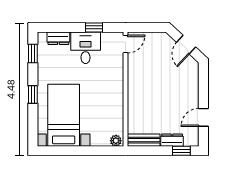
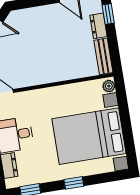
bed with nightstands: (64, 115) -> (89, 136), width x1.36

